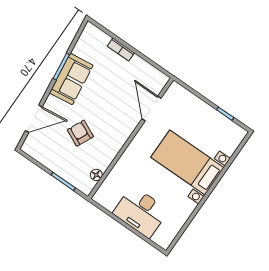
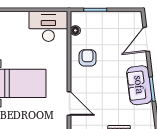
armchair: (80, 133) -> (88, 58), moved, turned -115
desk: (141, 212) -> (48, 26), moved

